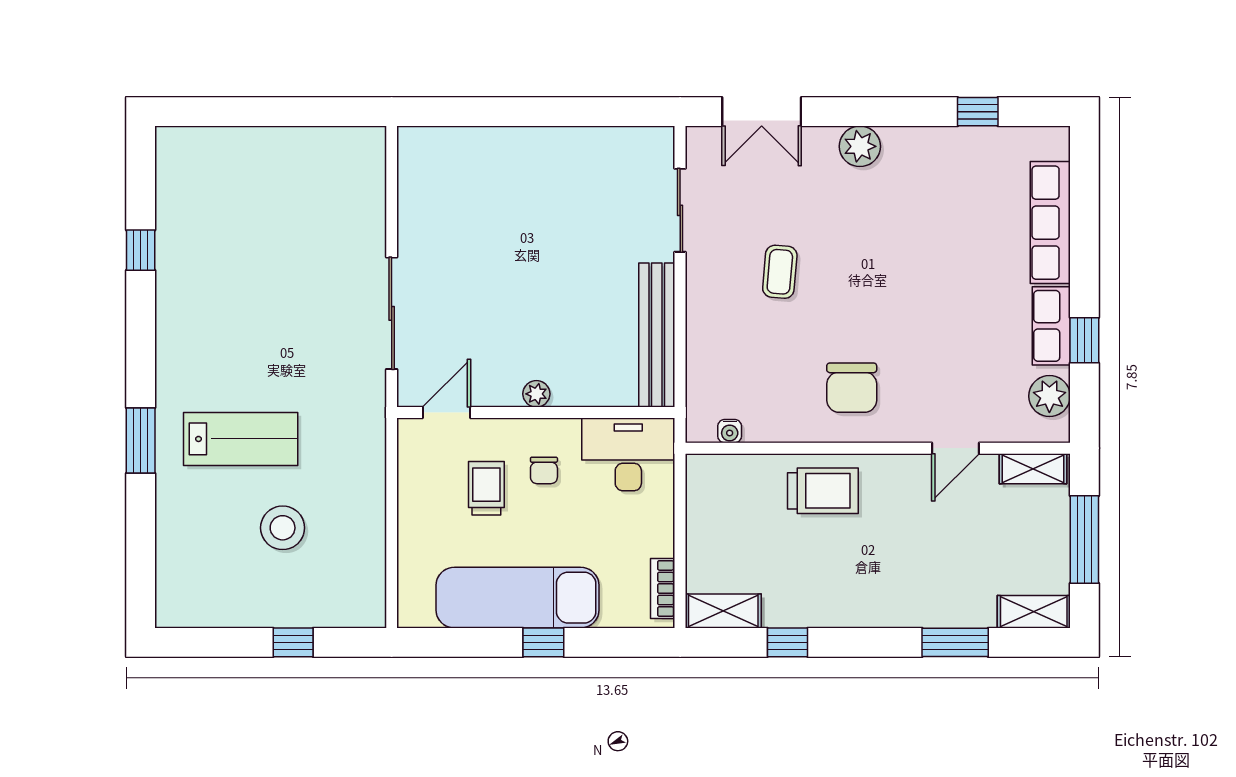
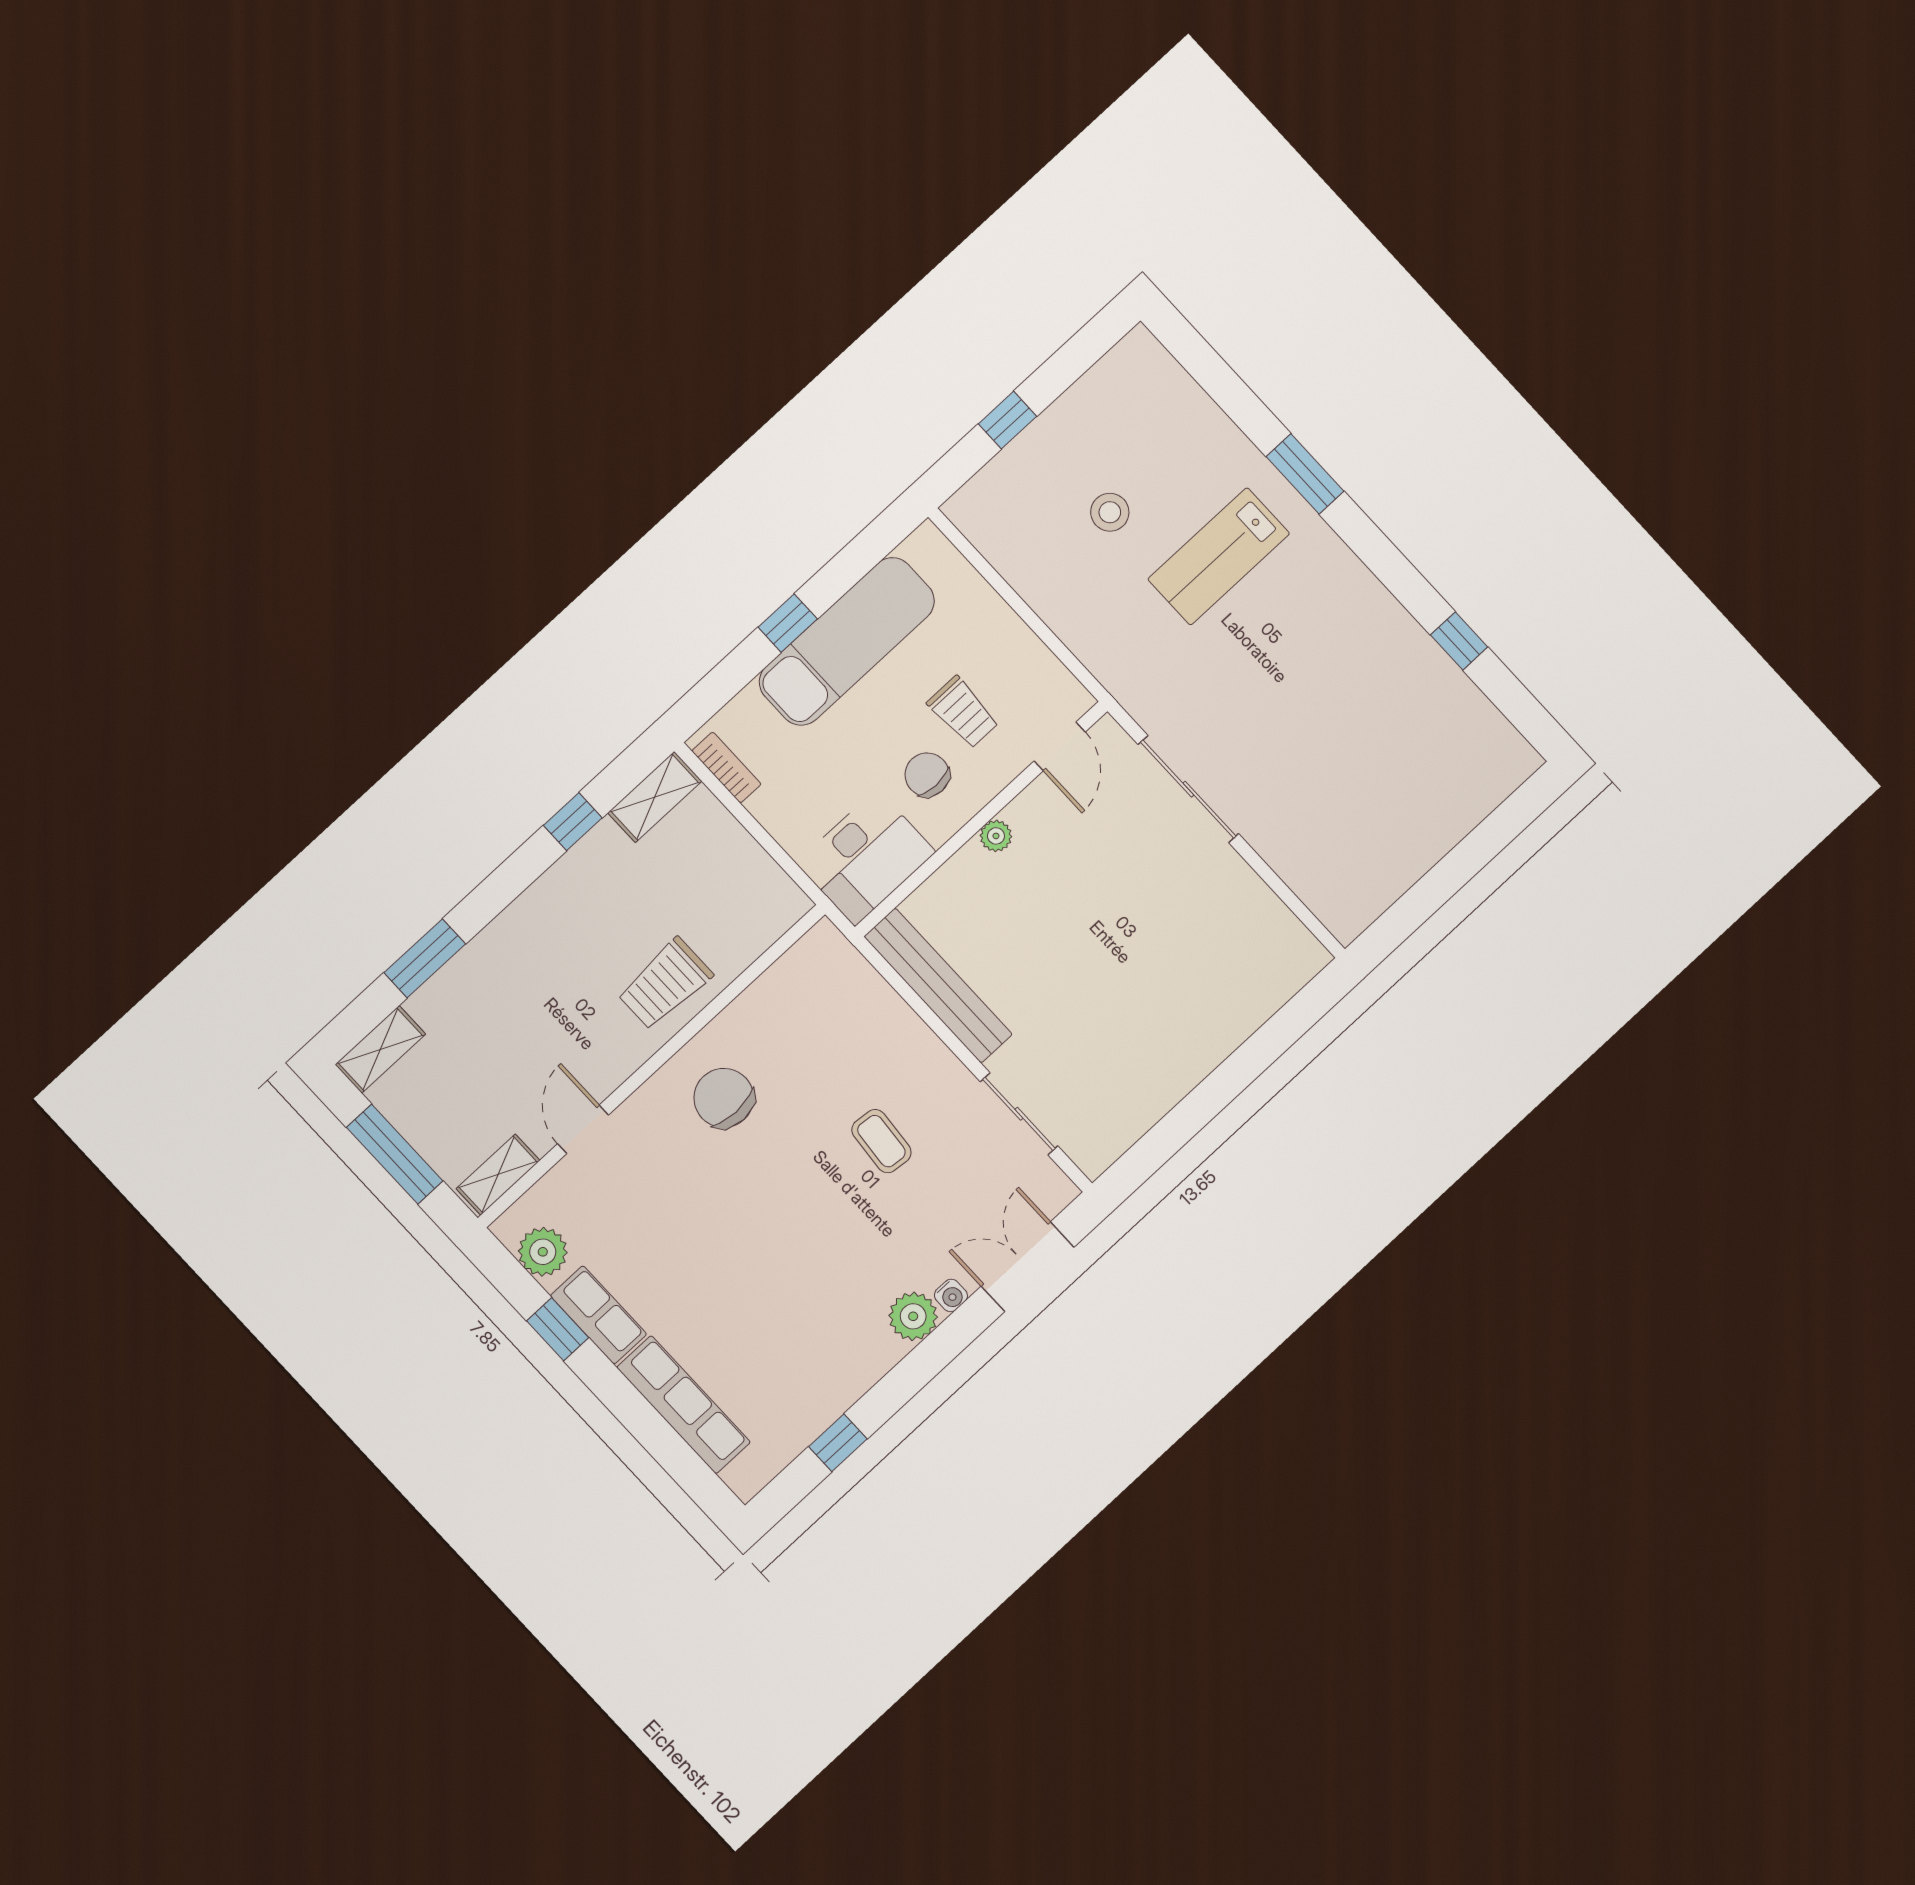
water cooler: (730, 431) -> (951, 1295), moved, turned 180
chair: (544, 470) -> (927, 775), width x1.37, depth x1.37
stool: (283, 528) -> (1110, 512), width x0.73, depth x0.73

